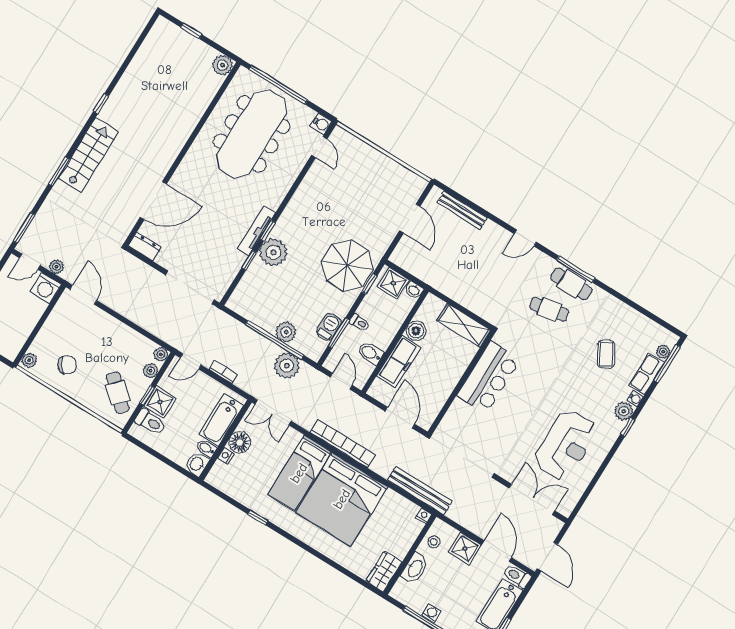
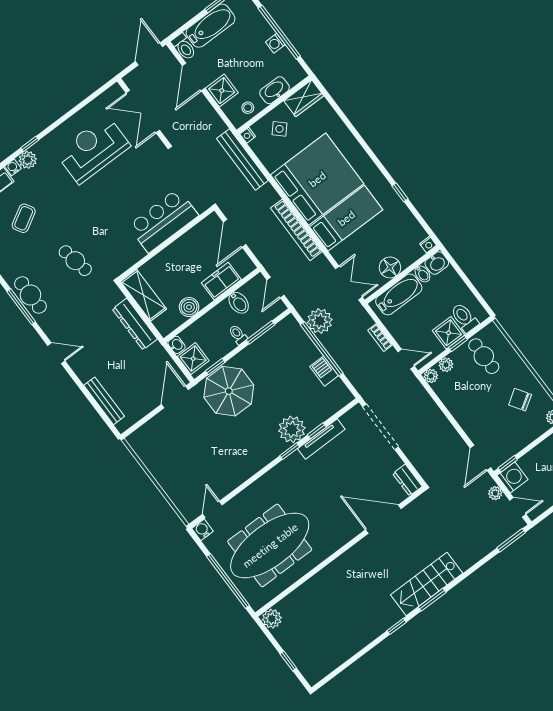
window: (59, 171) -> (432, 600), moved
door: (410, 218) -> (175, 397), moved
tv unit: (256, 231) -> (321, 439), moved
dresser: (461, 295) -> (135, 324), added
window: (55, 299) -> (508, 464), added
cafe table: (549, 309) -> (75, 261), moved
barbecue: (329, 327) -> (324, 371), moved, turned 90
plant: (286, 332) -> (308, 352), removed
freezer: (399, 361) -> (221, 281), width x0.71
bar counter: (489, 378) -> (163, 221), moved
cafe table: (118, 393) -> (484, 356), turned -42
nightstand: (226, 456) -> (428, 245), moved
side table: (396, 533) -> (279, 129), added

